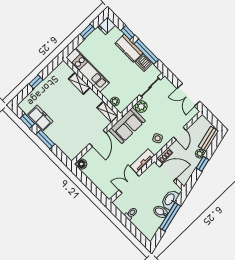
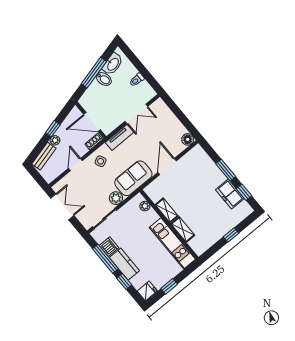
shelving: (107, 112) -> (167, 210), moved
washbasin: (170, 199) -> (113, 64), moved

